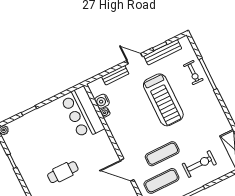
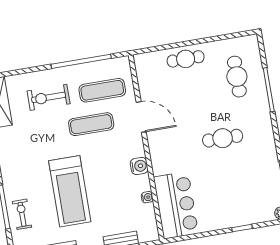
treadmill: (163, 100) -> (70, 191), turned 180
water cooler: (102, 101) -> (139, 166), moved

